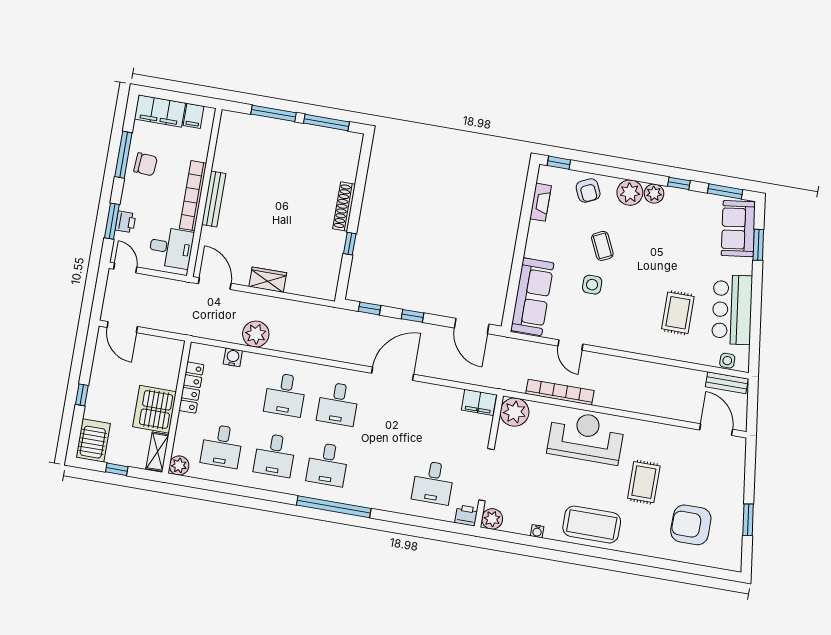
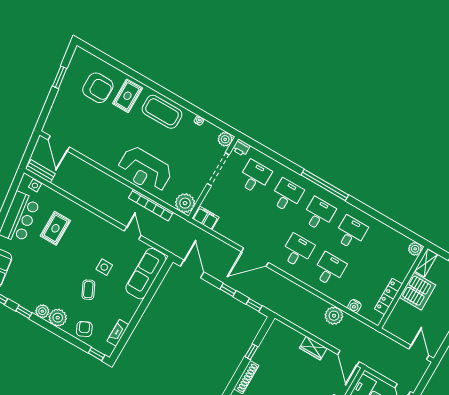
desk: (222, 446) -> (287, 196), moved
rug: (644, 482) -> (127, 96), moved

